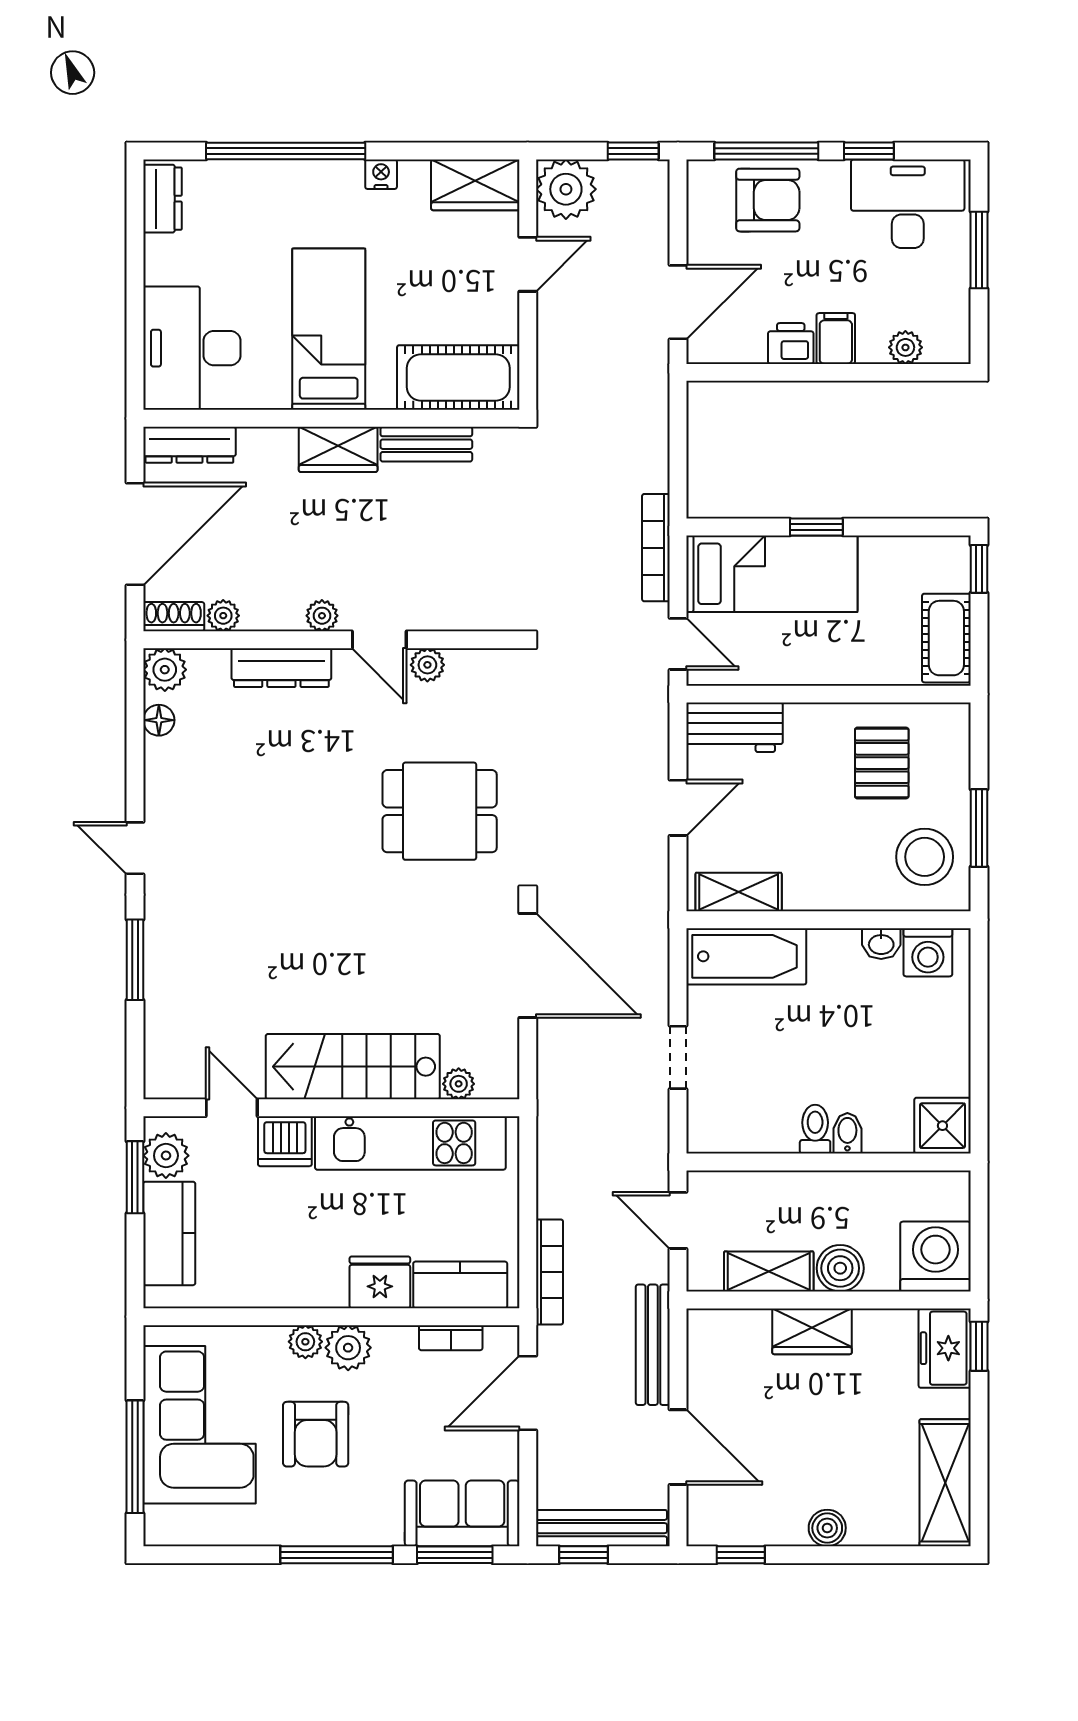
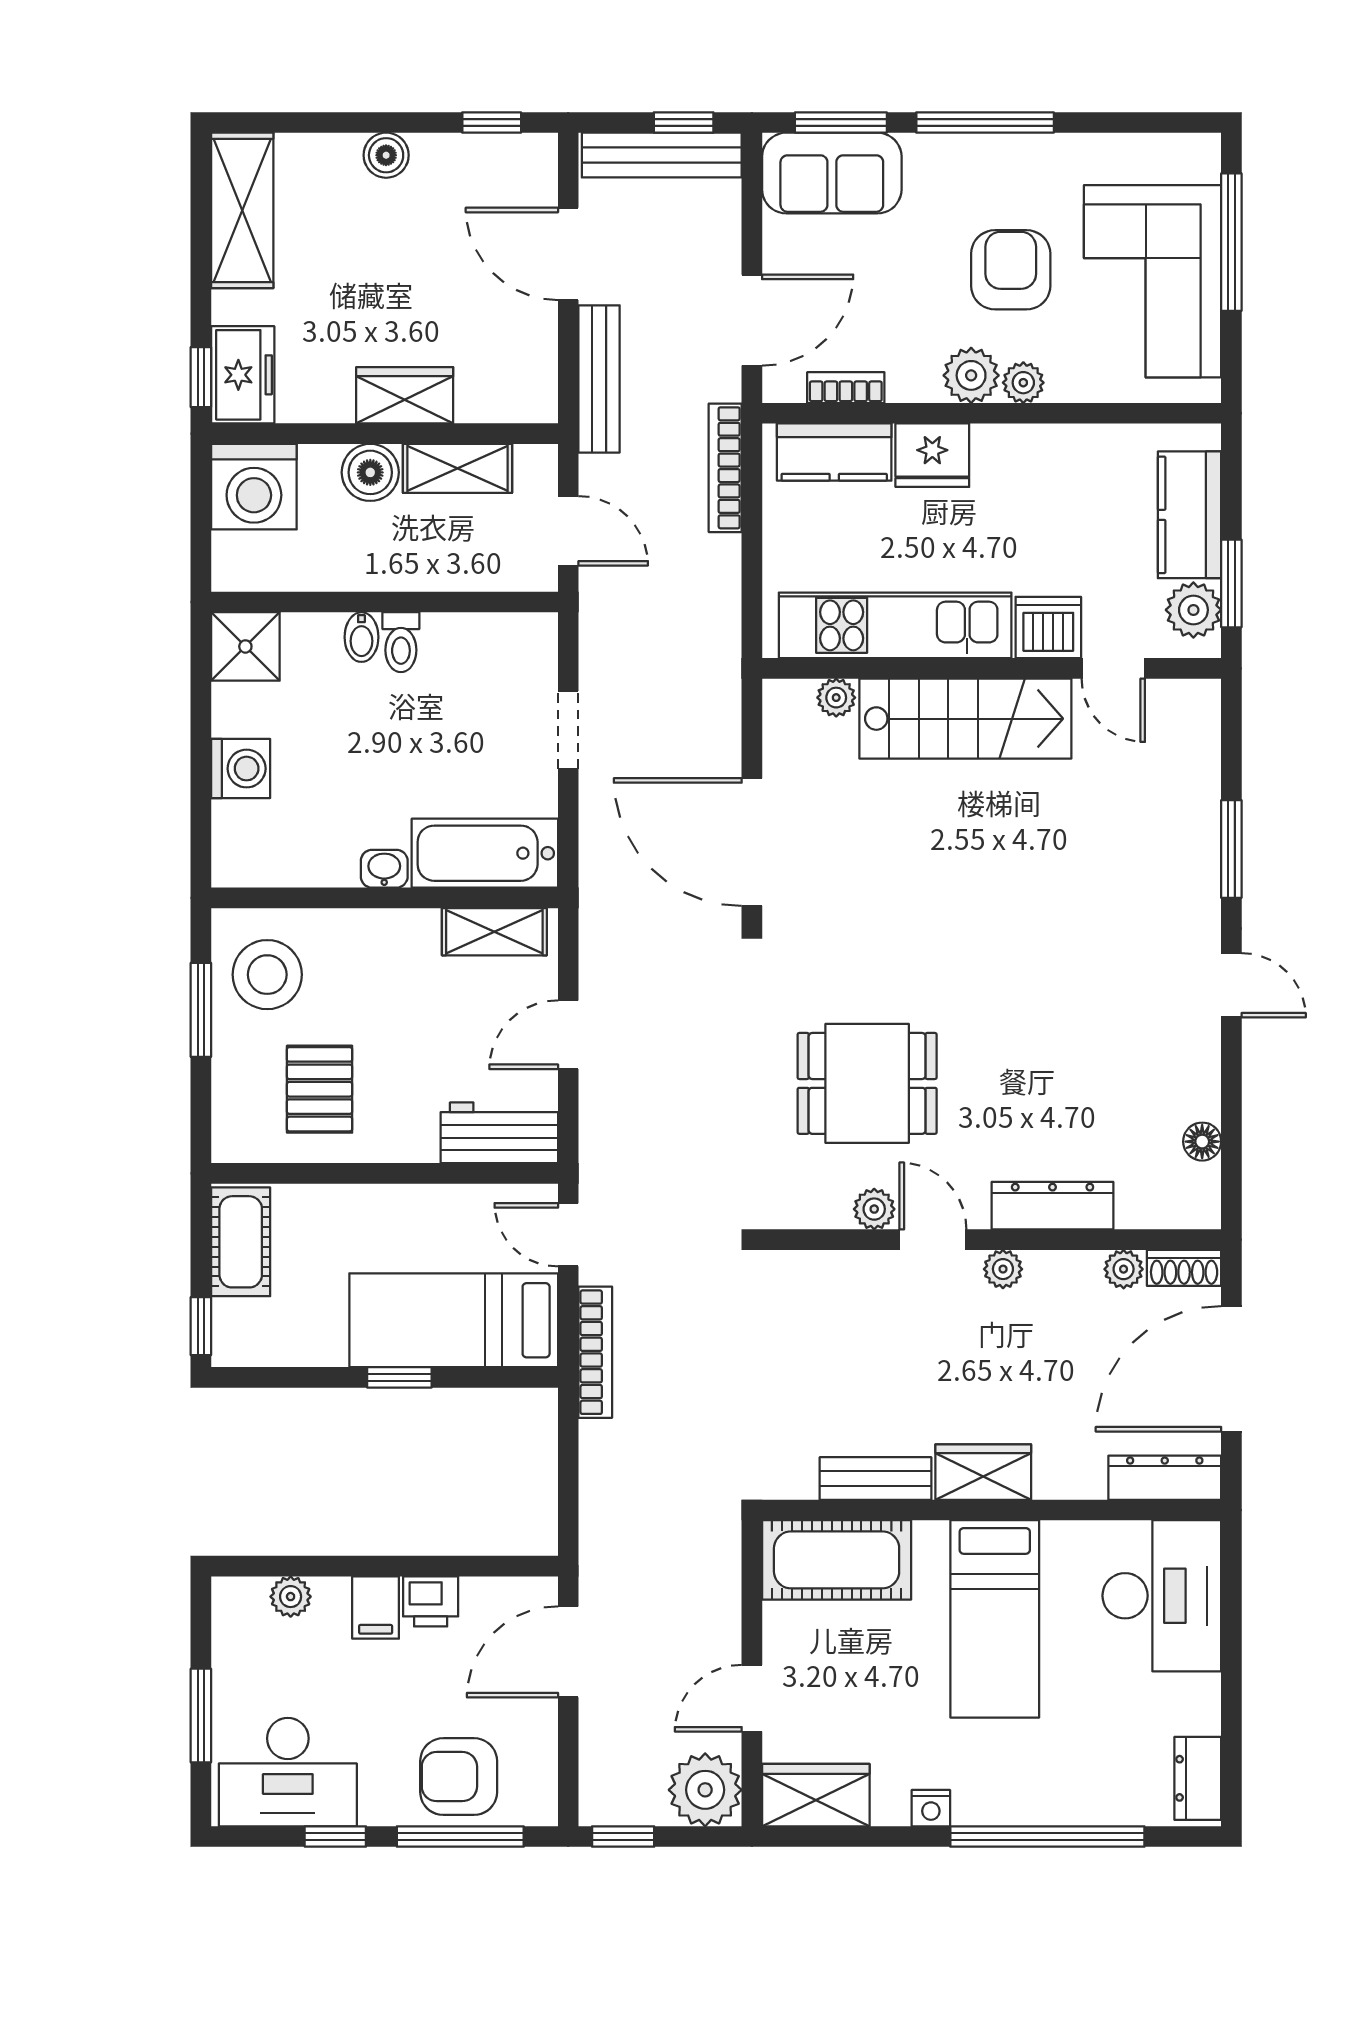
plant: (165, 670) -> (1195, 1203), removed
dining table: (440, 811) -> (867, 1083), moved
washbasin: (881, 944) -> (384, 869), moved
washing machine: (928, 952) -> (241, 769), moved, turned 90

